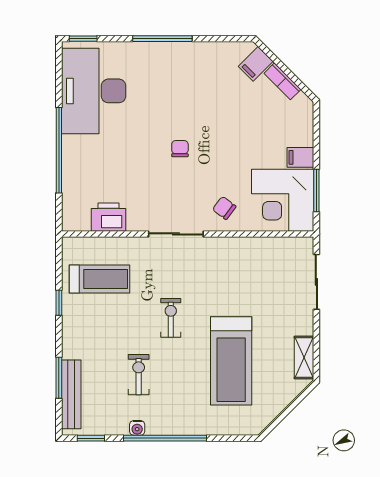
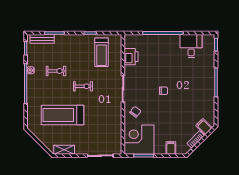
desk: (94, 91) -> (191, 46), width x0.53, depth x0.77
filing cabinet: (300, 157) -> (171, 148), moved
bench: (71, 394) -> (42, 39), width x0.73

